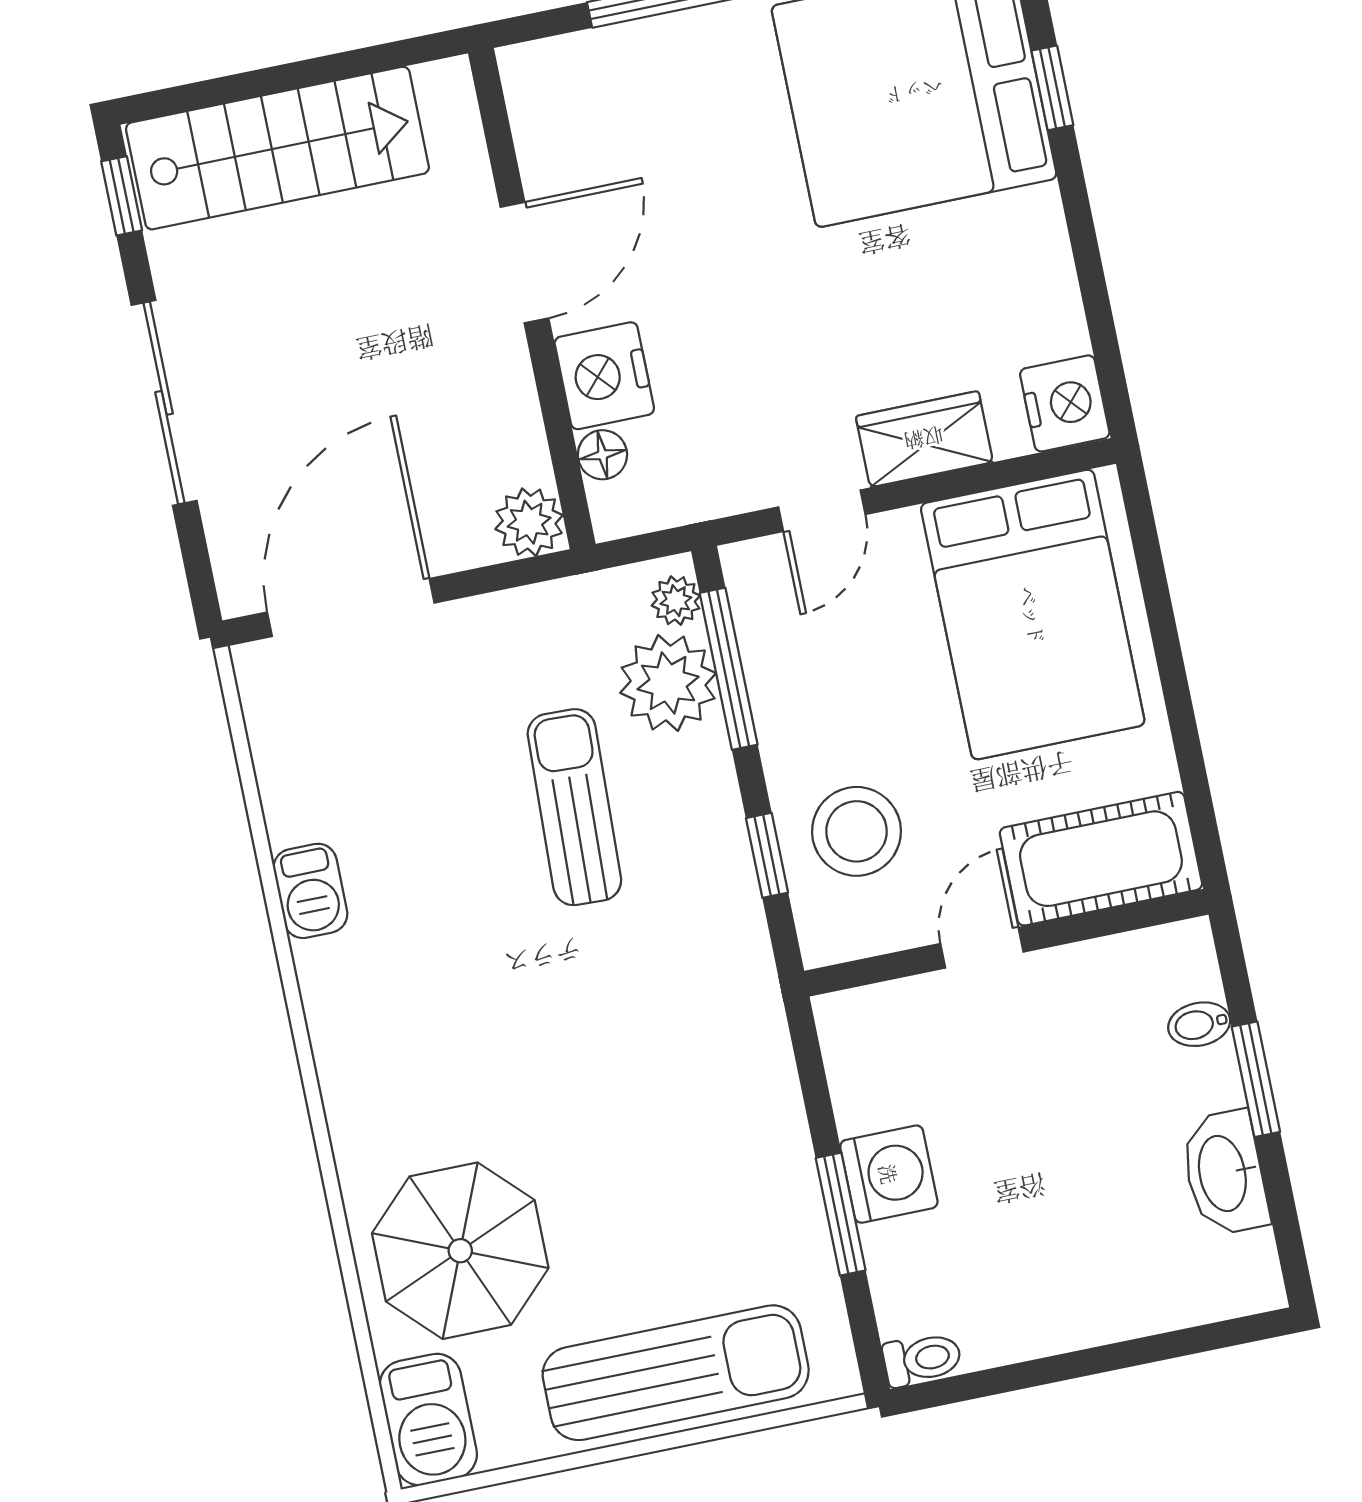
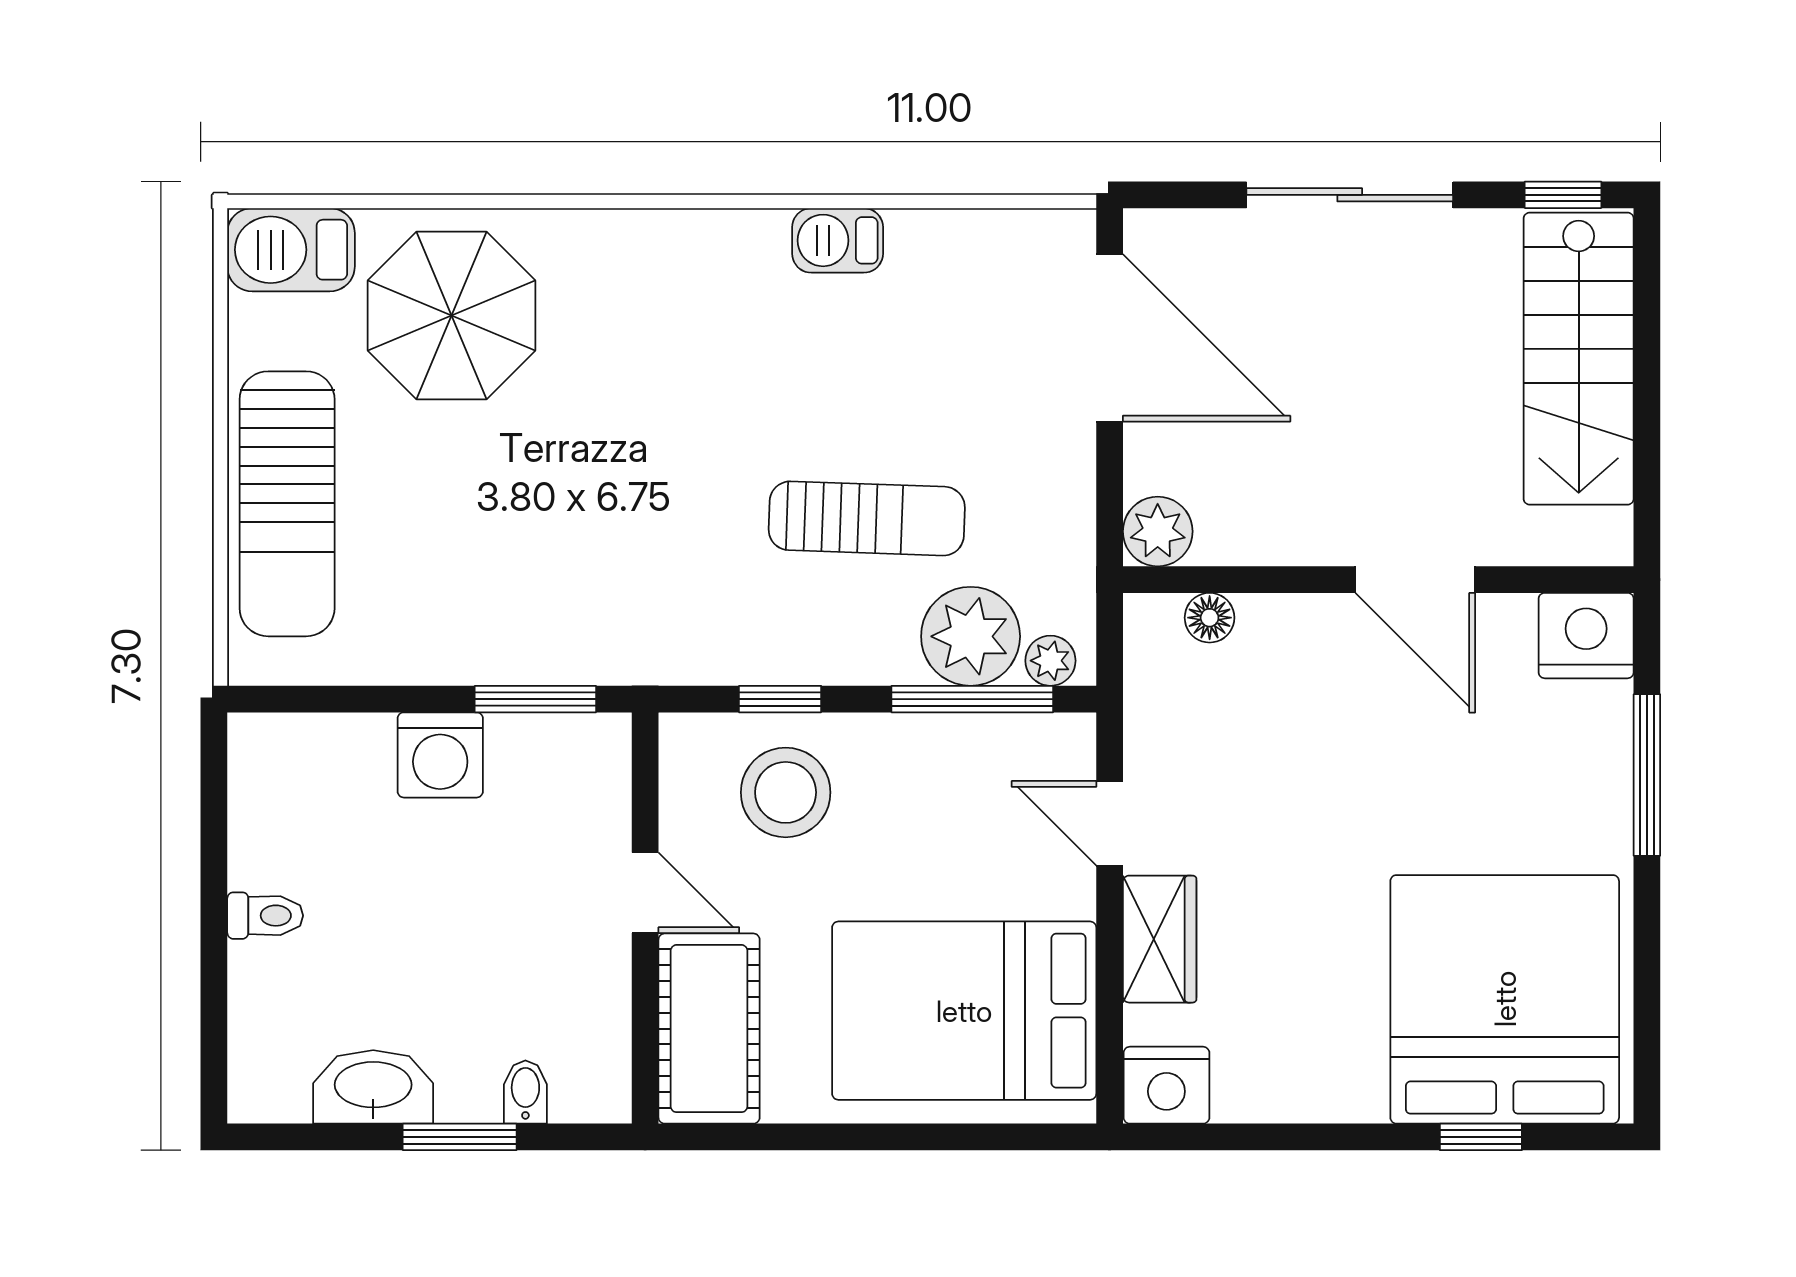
nightstand: (604, 376) -> (1586, 636), moved
window: (841, 1214) -> (535, 699), moved
toilet: (922, 1359) -> (265, 916), moved, turned -90

